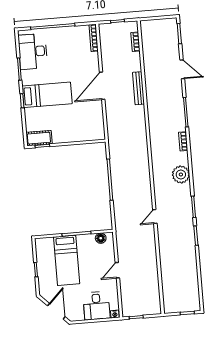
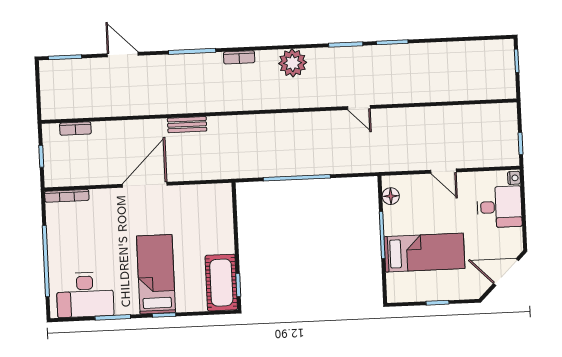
door: (182, 69) -> (123, 55), hinge flipped
door: (102, 86) -> (145, 185), swing flipped
bench: (138, 88) -> (187, 125), moved, width x0.73
cot: (39, 138) -> (221, 283), width x1.37, depth x1.34

